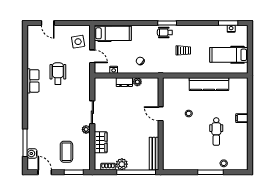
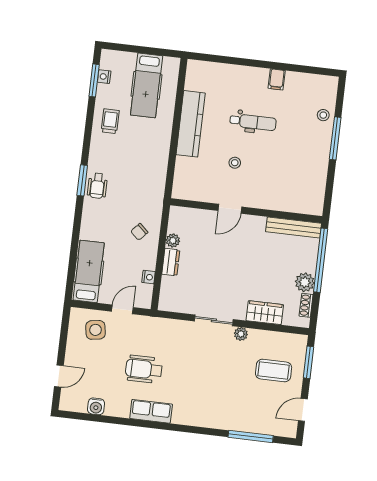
trolley: (183, 50) -> (110, 121), moved
filing cabinet: (242, 118) -> (277, 79), moved
dental chair: (216, 132) -> (253, 122), moved
water cooler: (32, 154) -> (96, 406), moved

